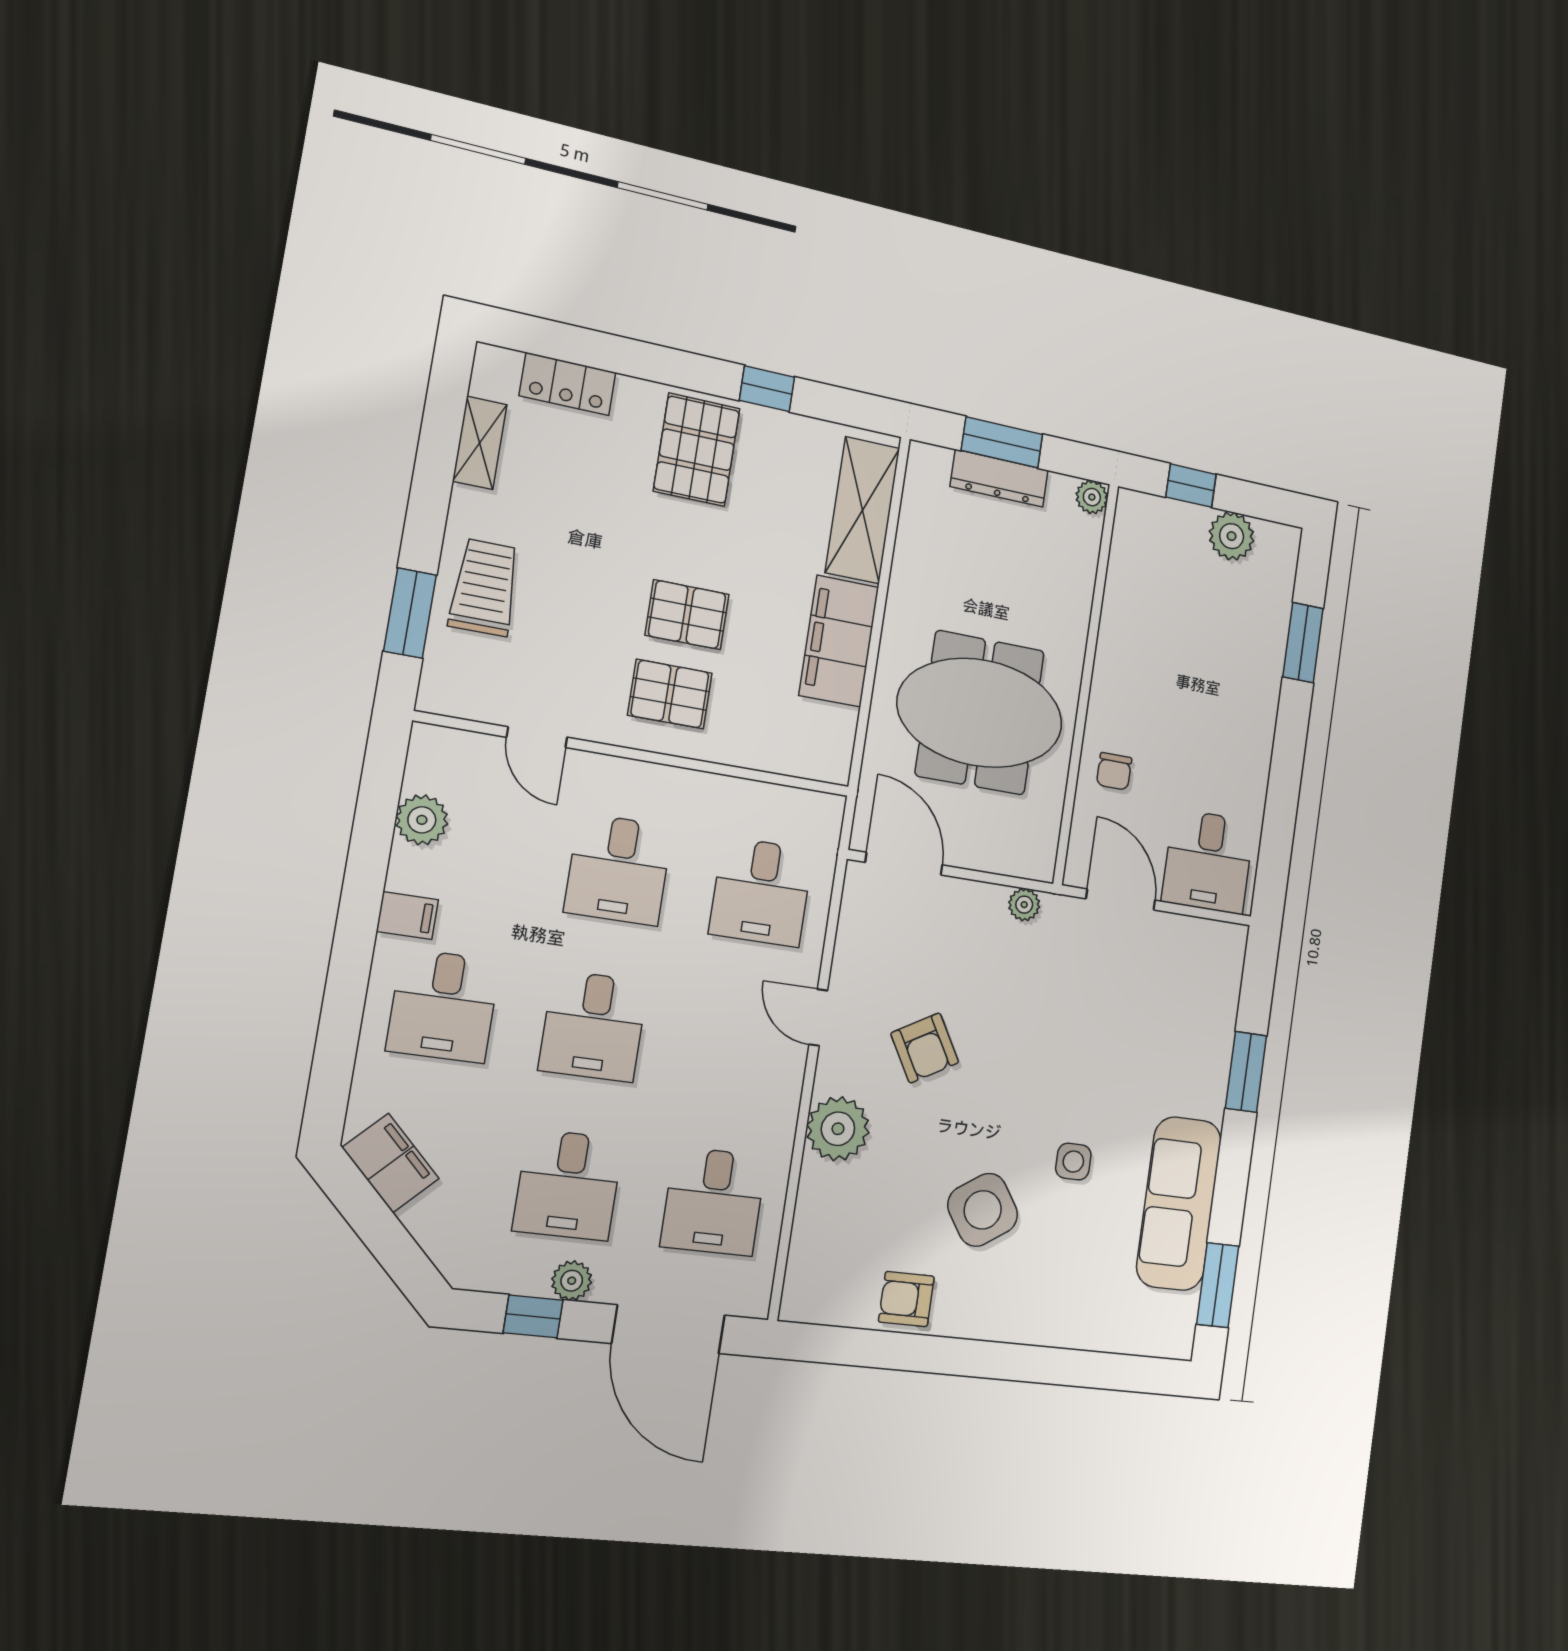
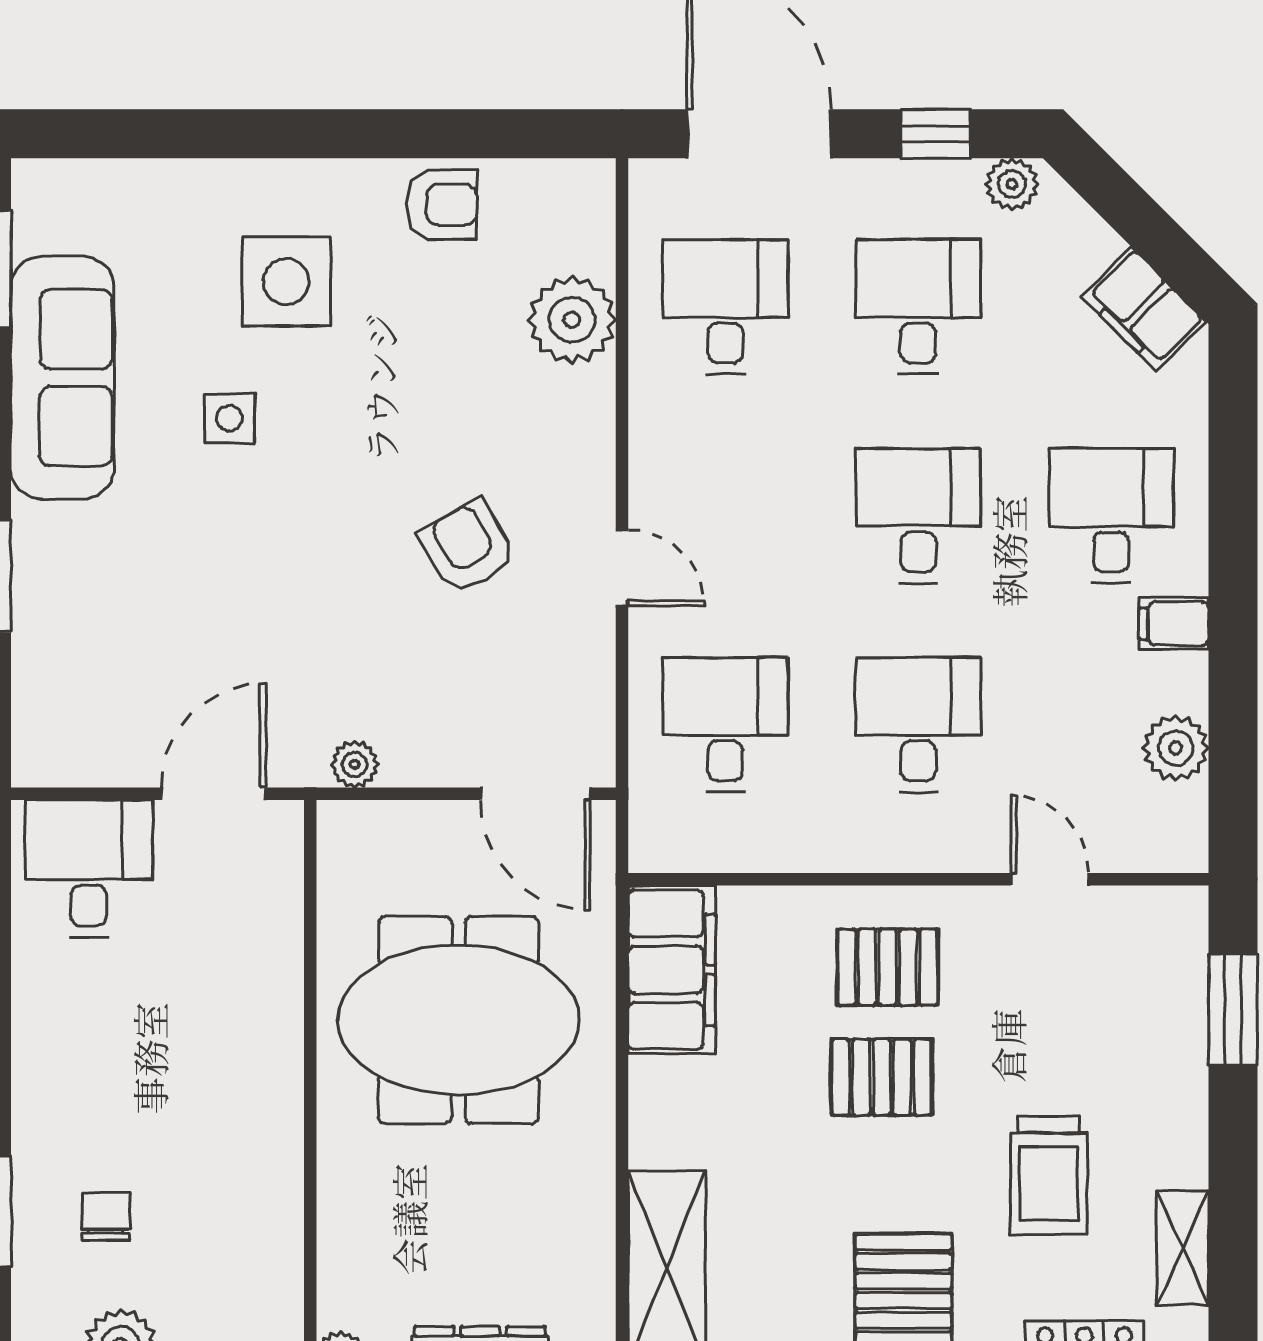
trolley: (485, 587) -> (1048, 1175), moved
filing cabinet: (839, 641) -> (672, 970), moved
chair: (1114, 771) -> (106, 1217), moved
door: (1121, 899) -> (213, 794), swing flipped
plant: (838, 1129) -> (572, 320), moved
side table: (983, 1210) -> (286, 282), moved, turned 34
plant: (572, 1281) -> (1012, 184), moved

